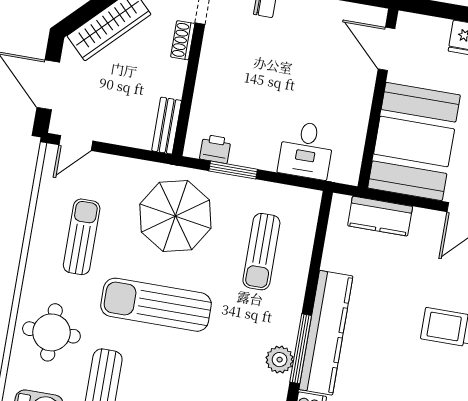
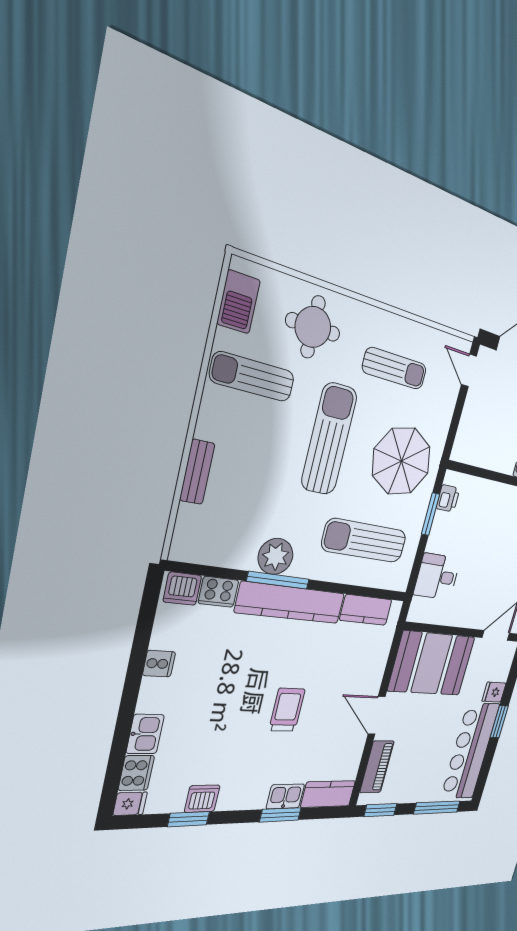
bench: (167, 126) -> (470, 455), removed
kitchen counter: (380, 216) -> (366, 610), moved, turned -90
sun lounger: (261, 252) -> (364, 541), width x1.36, depth x1.34
plant: (280, 360) -> (276, 556), width x1.36, depth x1.36

